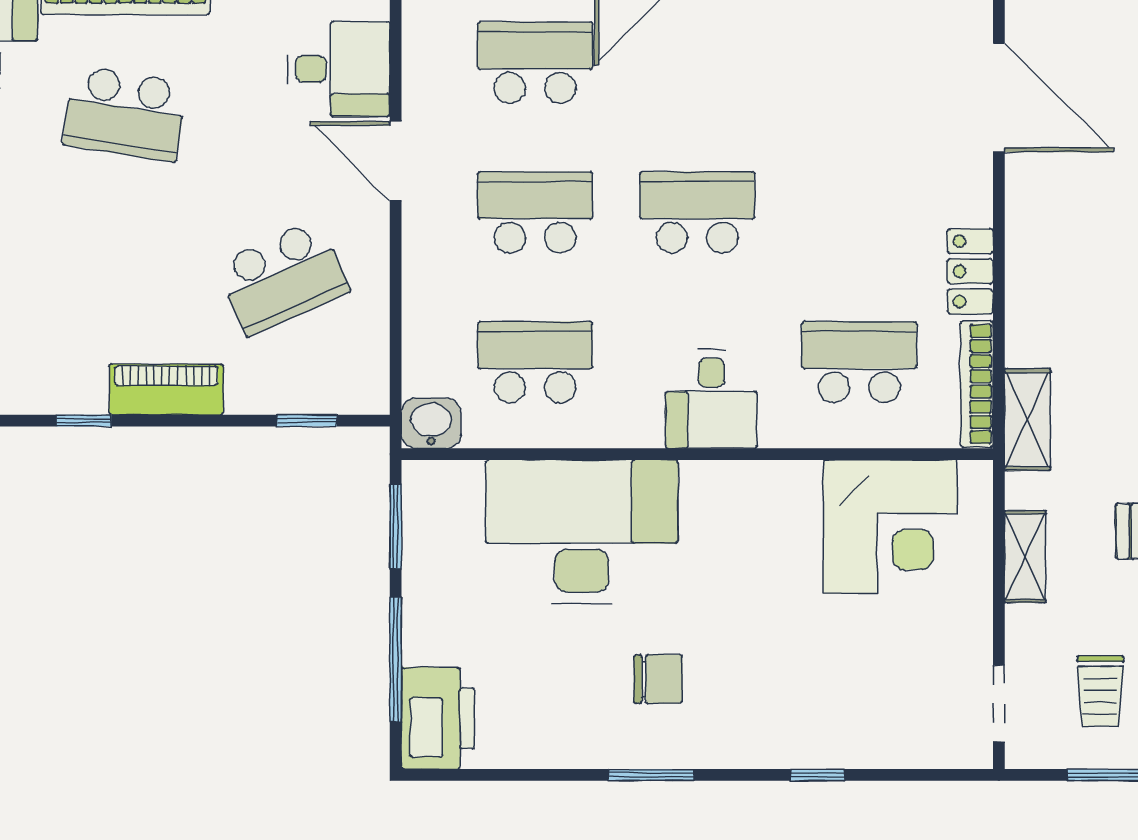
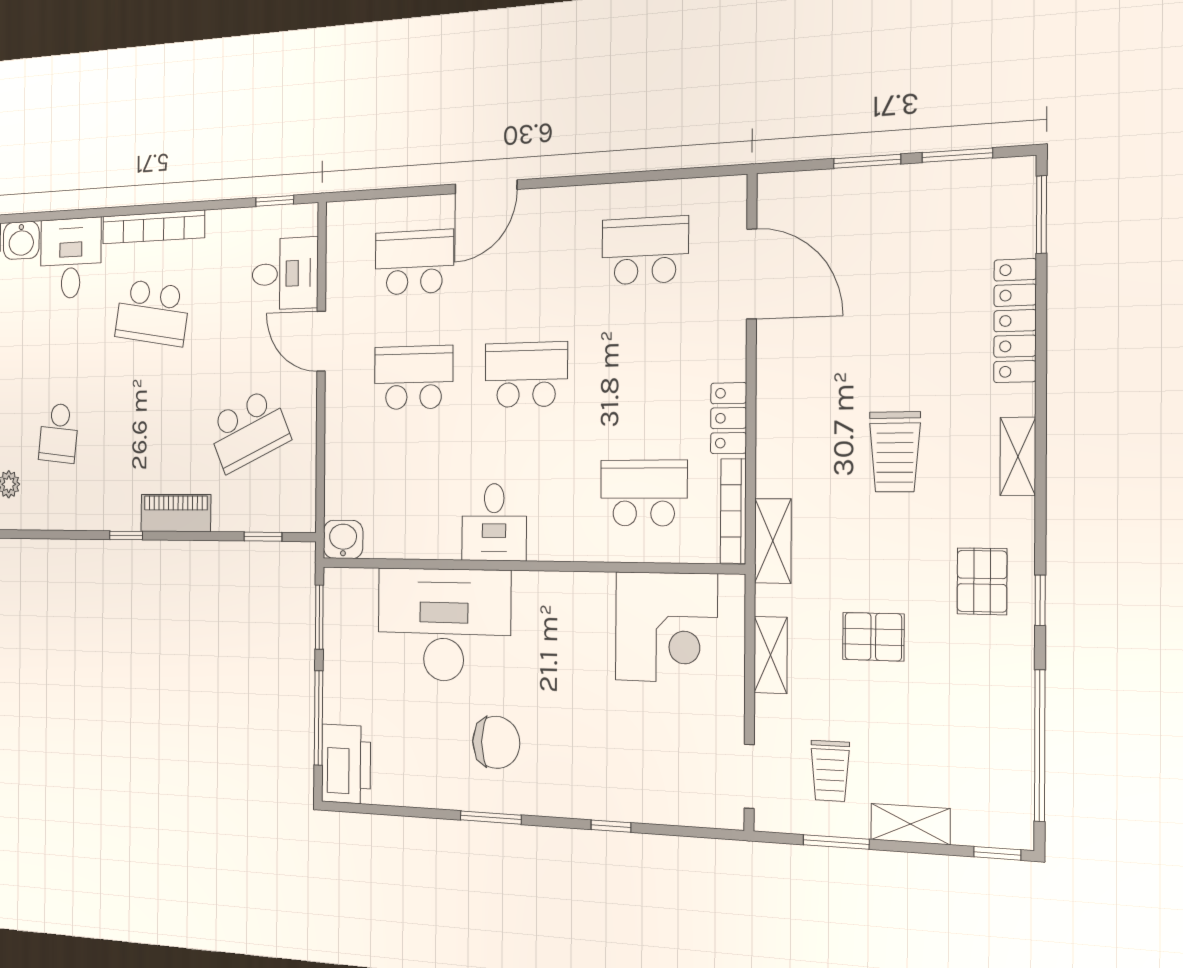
school desk: (535, 362) -> (645, 250), moved
desk: (711, 399) -> (494, 522), moved
chair: (658, 679) -> (496, 742), width x1.37, depth x1.37

